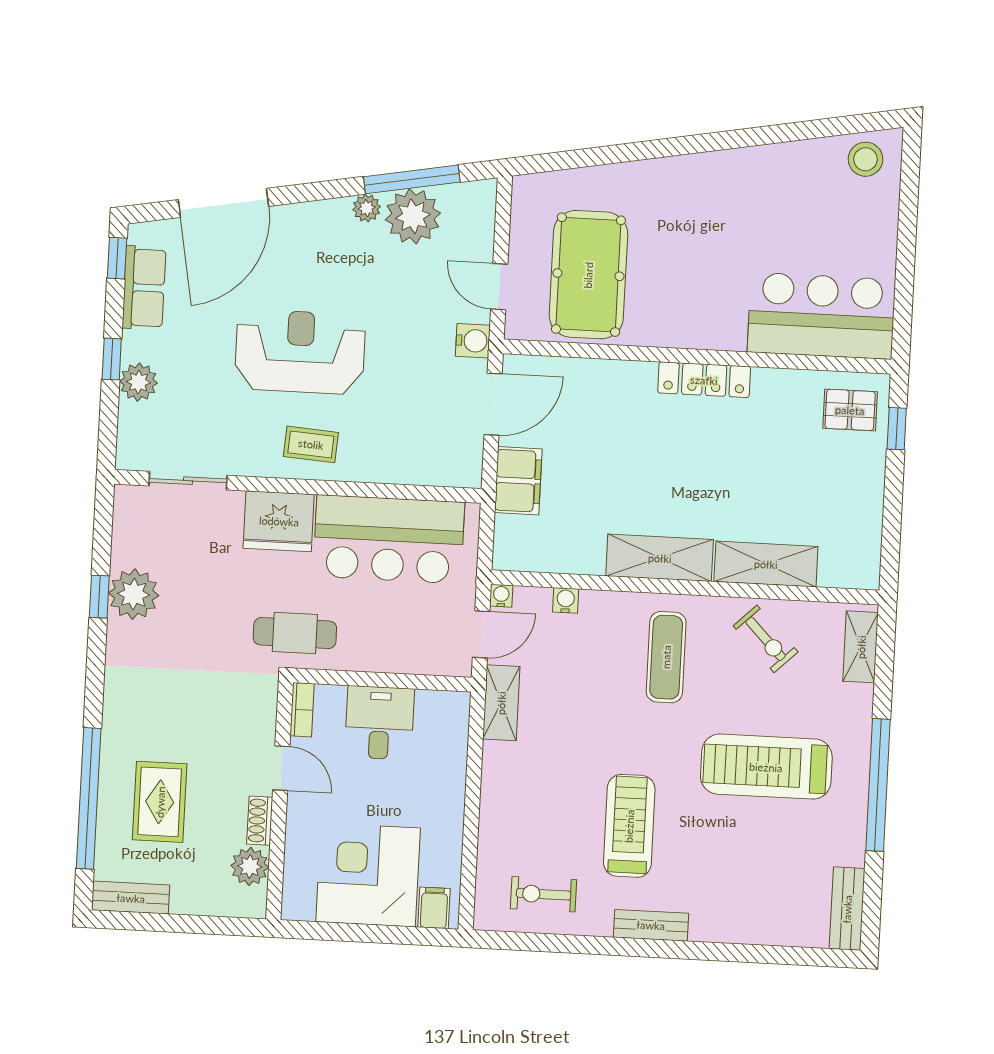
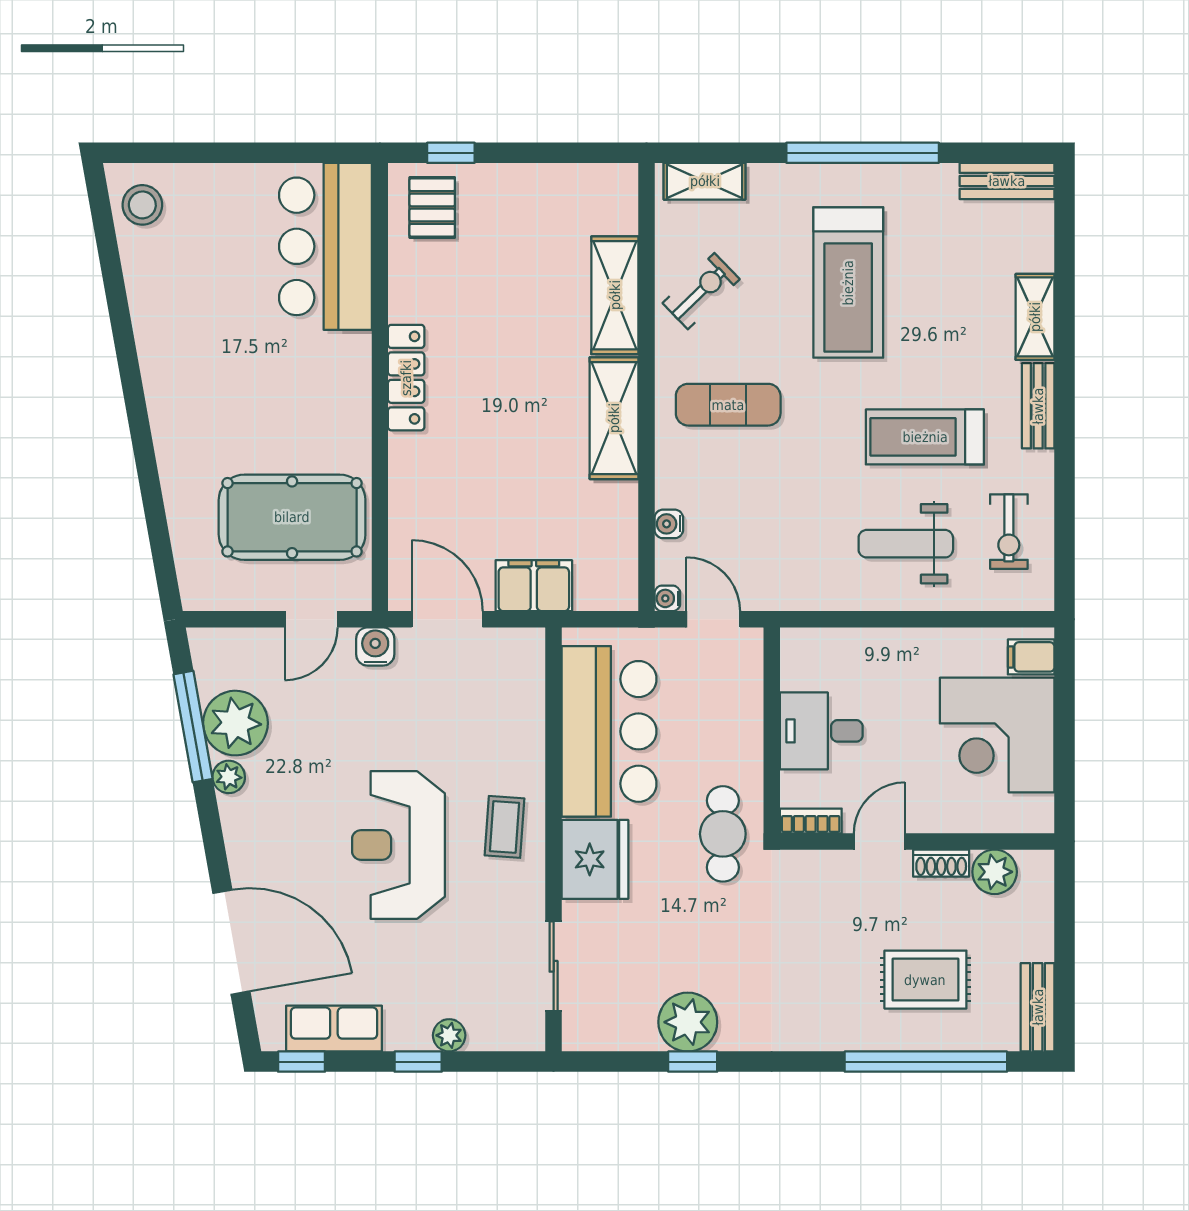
plant: (138, 382) -> (449, 1035), width x0.73, depth x0.73
shelving: (501, 703) -> (1035, 317), moved, turned 90
weight bench: (538, 805) -> (906, 544), added

